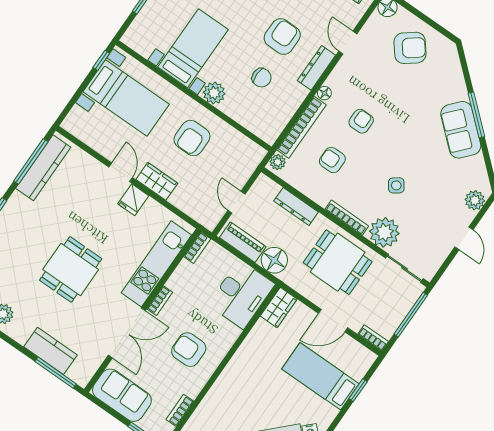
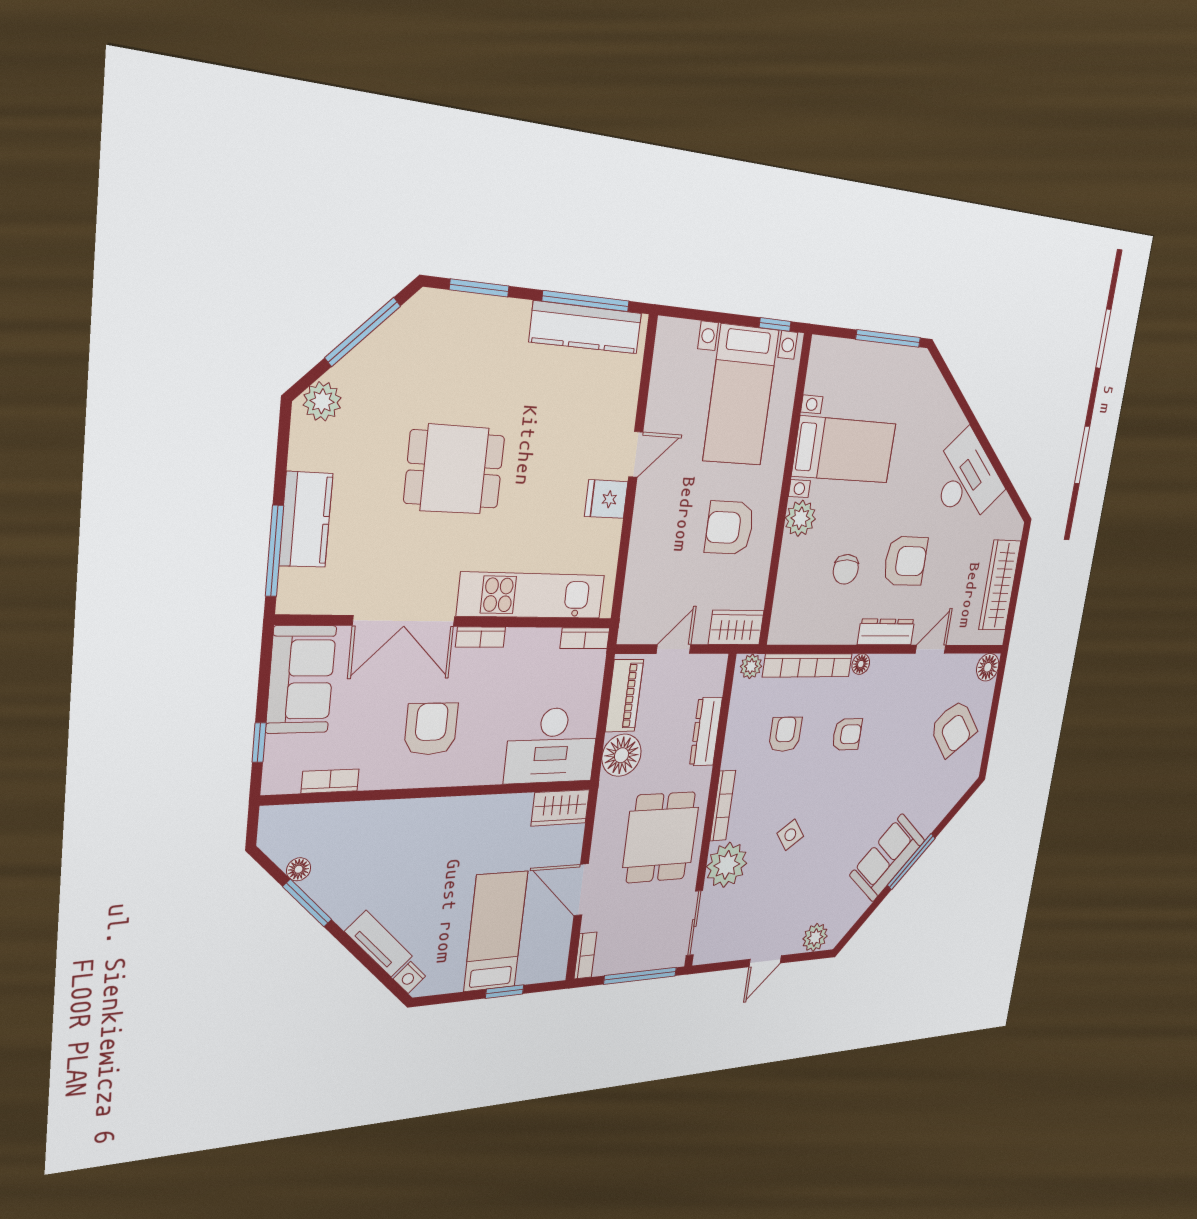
wardrobe: (157, 181) -> (736, 627), moved, turned -90

